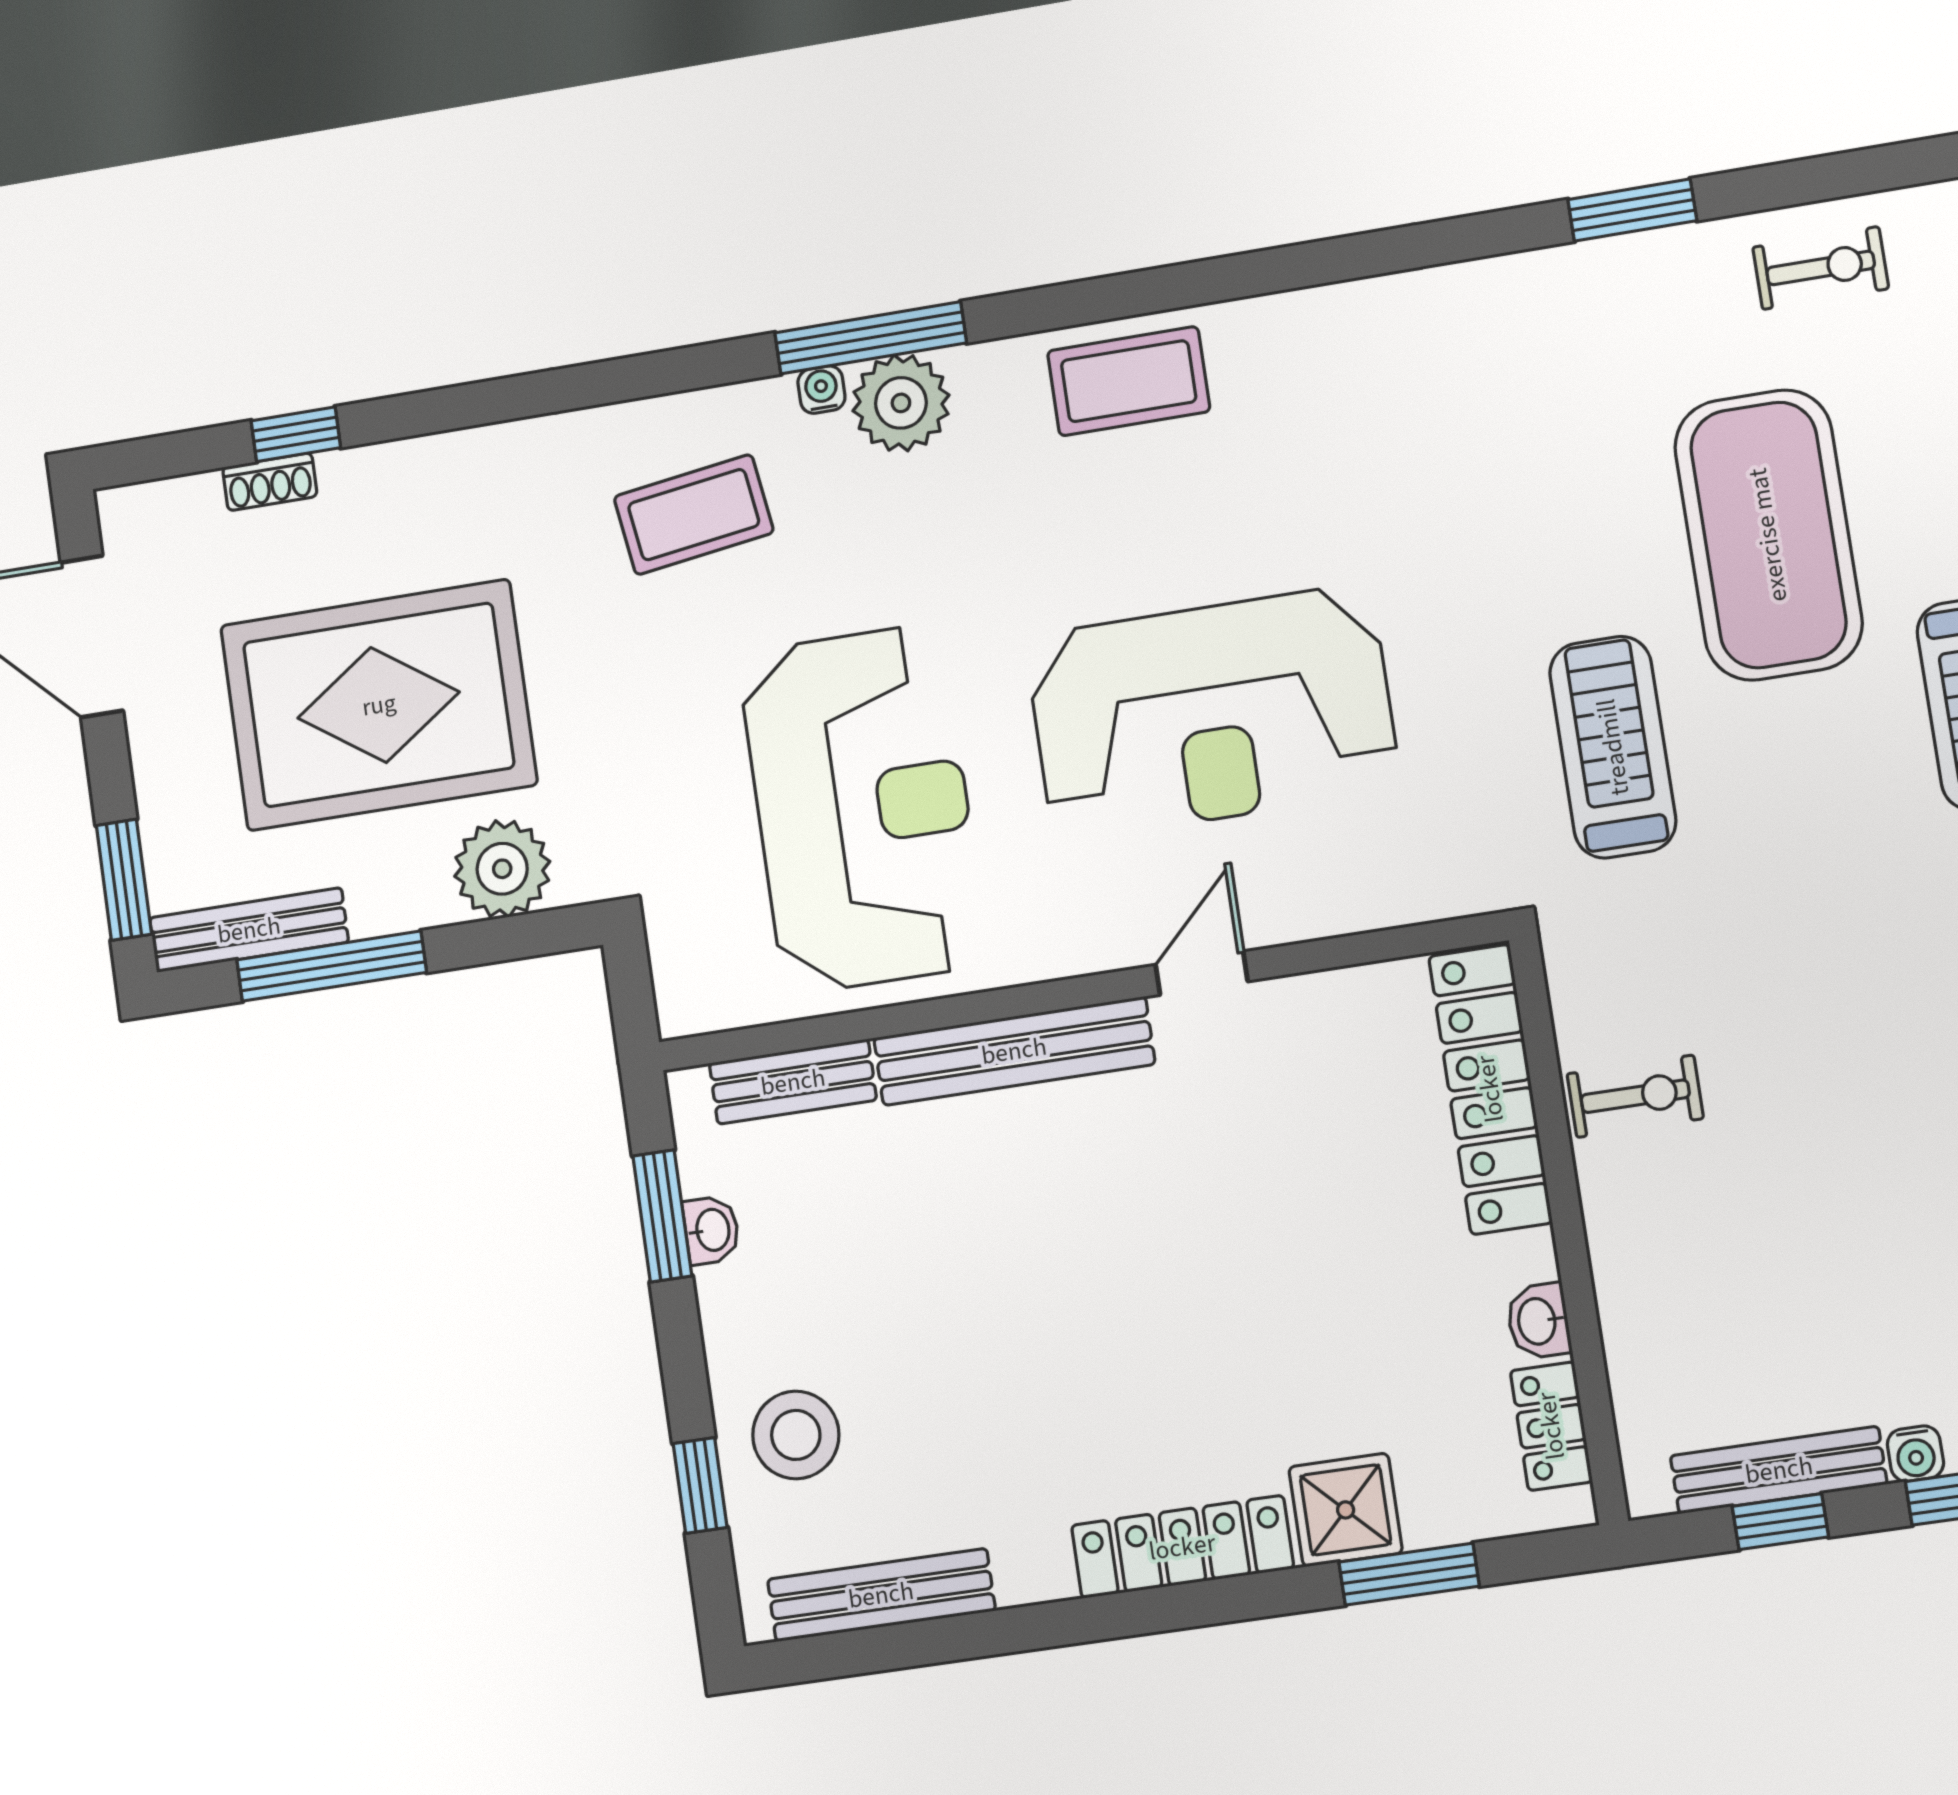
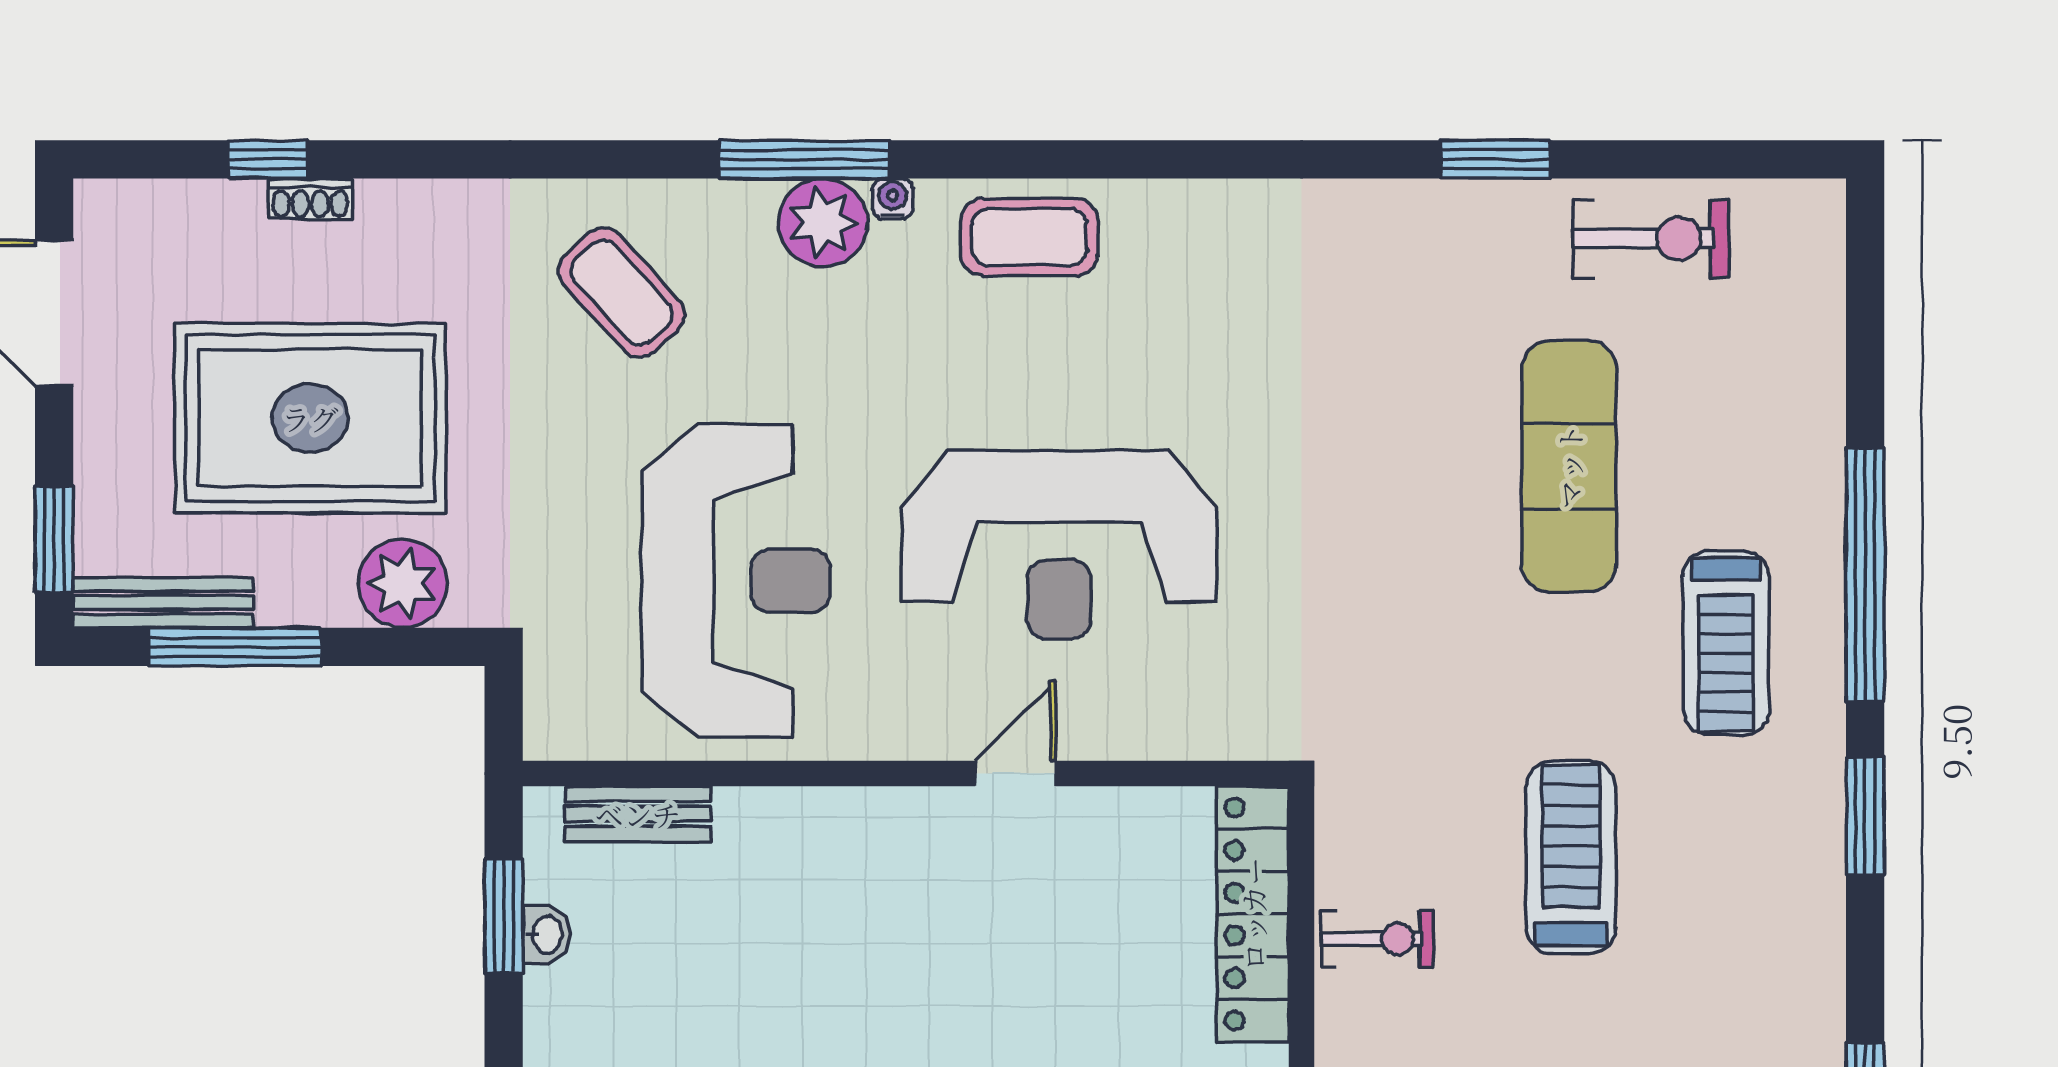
exercise bike: (1821, 268) -> (1651, 239), width x1.38, depth x1.39
water cooler: (821, 390) -> (893, 199), moved
shoe rack: (270, 482) -> (310, 199), moved
coffee table: (694, 515) -> (622, 292), turned 56
exercise mat: (1768, 535) -> (1569, 466), width x0.68
treadmill: (1613, 747) -> (1571, 857), moved
bench: (1014, 1051) -> (839, 817), removed

